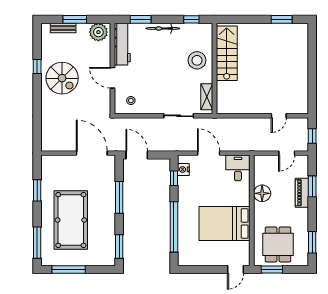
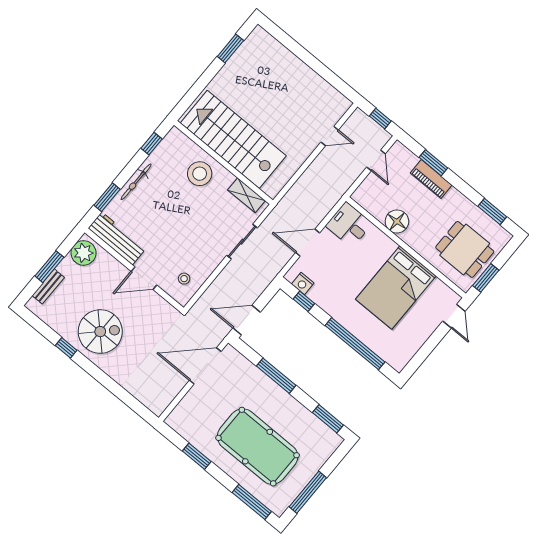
stairs: (227, 53) -> (233, 139), width x1.36, depth x1.51
door: (279, 116) -> (330, 136), hinge flipped

